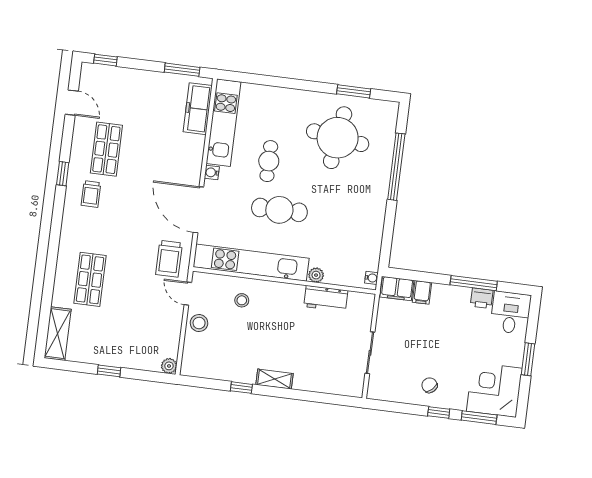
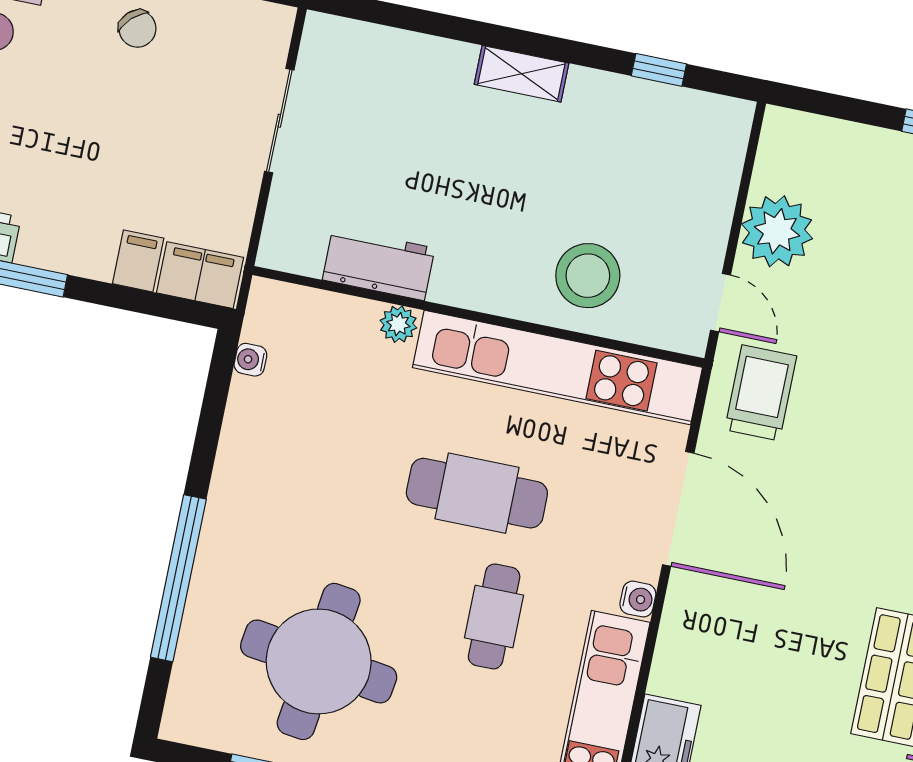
water cooler: (371, 278) -> (250, 360), moved
stool: (242, 300) -> (588, 276), width x1.89, depth x1.89
stool: (199, 323) -> (698, 227), removed
plant: (169, 366) -> (777, 231), moved, width x1.87, depth x1.87
window: (241, 388) -> (659, 70), moved

